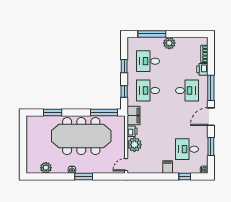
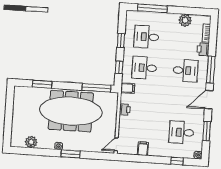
plant: (169, 43) -> (185, 20), moved
filing cabinet: (134, 116) -> (128, 88), width x0.50
plant: (134, 145) -> (126, 124), removed
filing cabinet: (168, 167) -> (143, 149), moved

